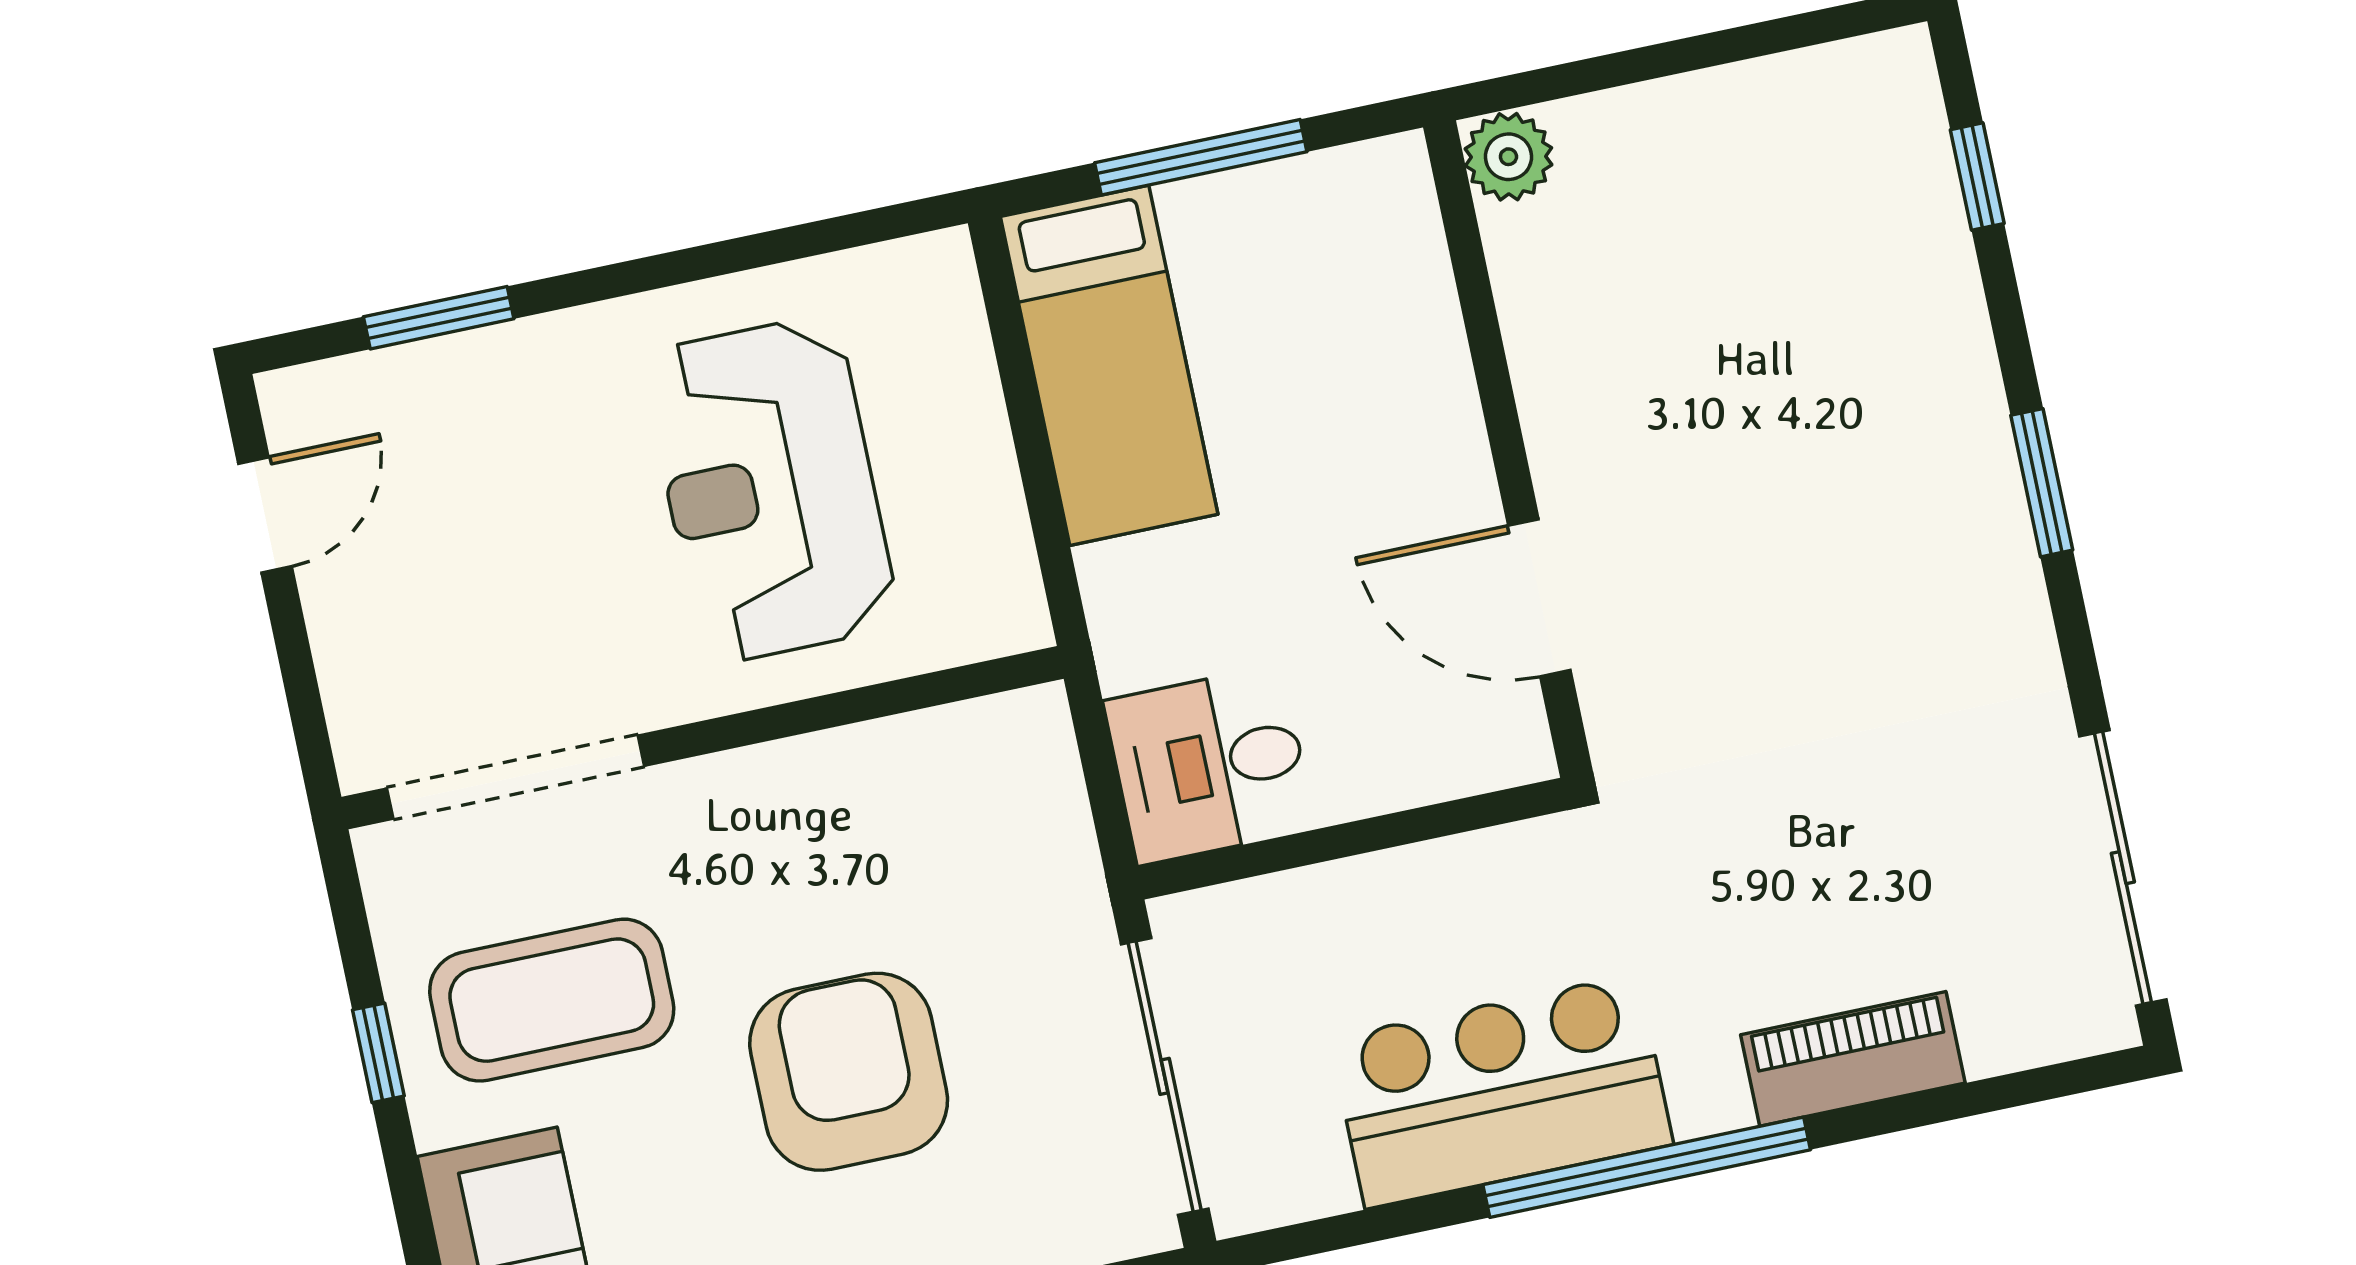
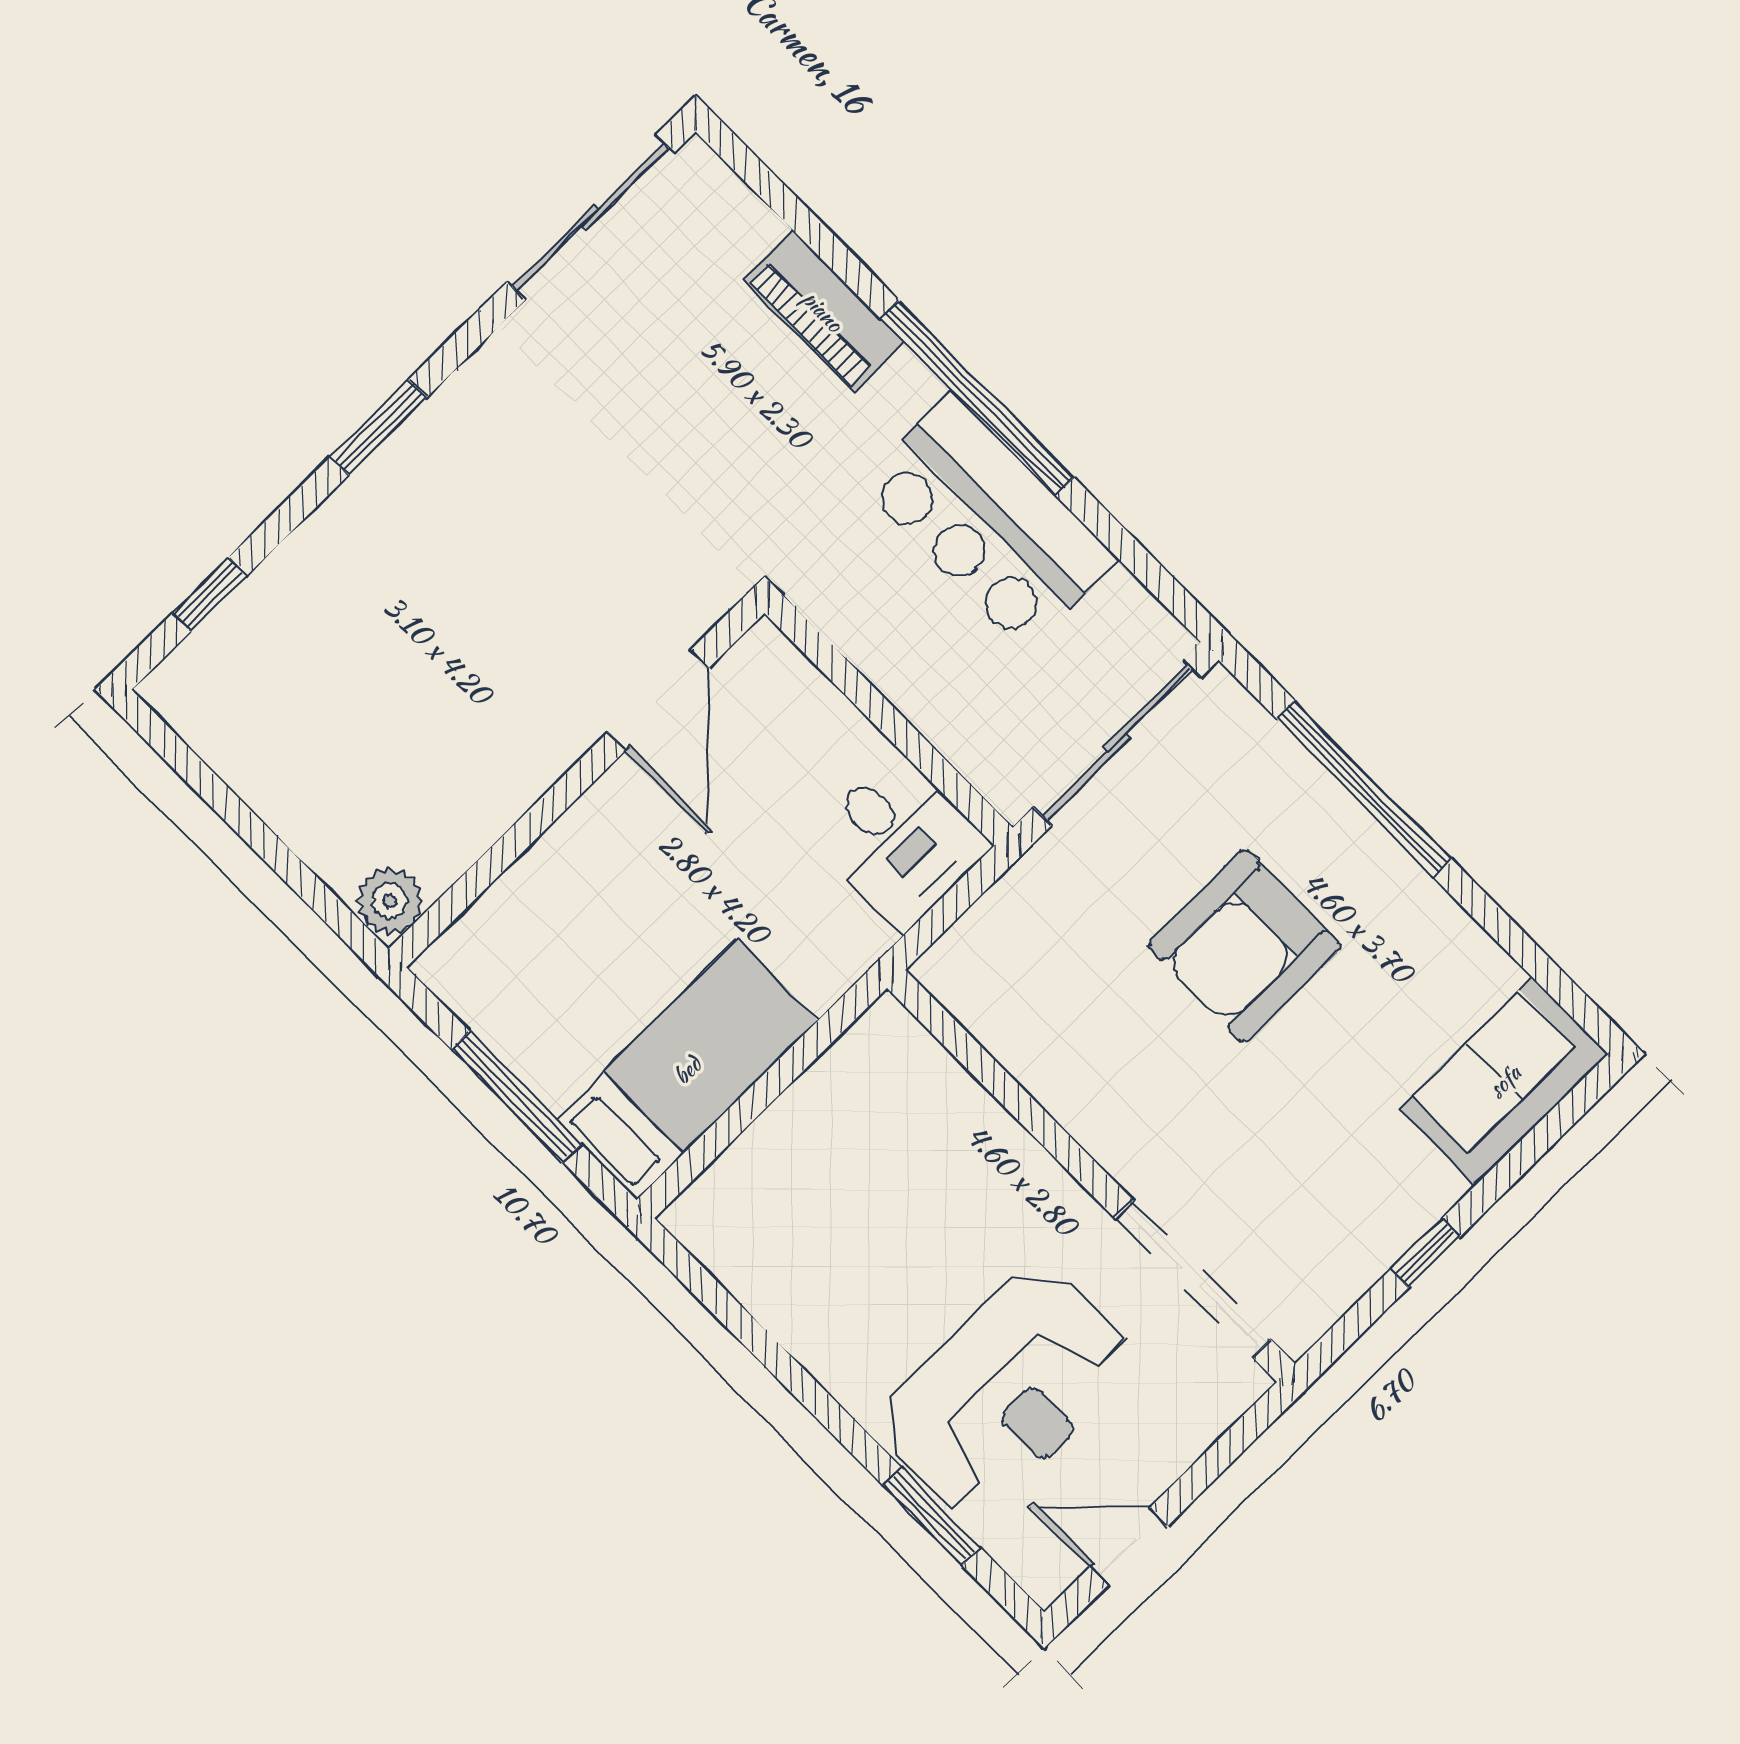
reception desk: (770, 490) -> (1006, 1391), moved
coffee table: (552, 1000) -> (1320, 1164), removed

